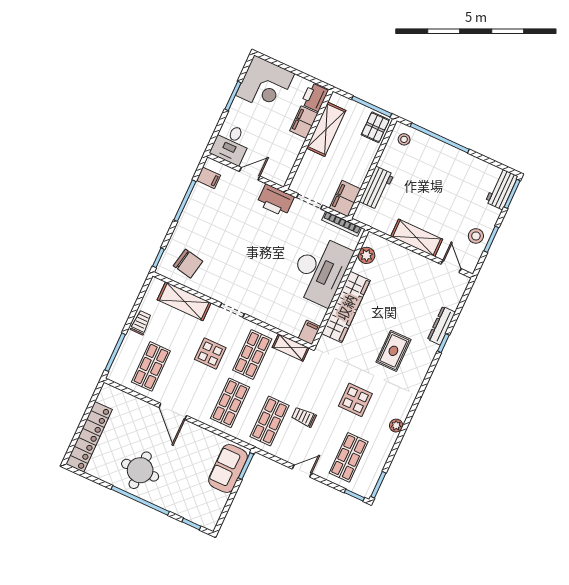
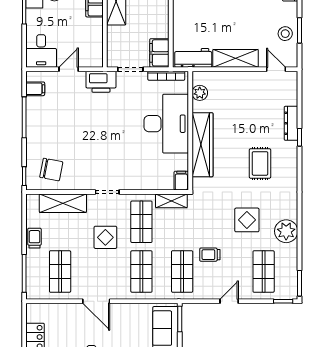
workbench: (377, 188) -> (193, 58), moved, turned -90
plant: (396, 426) -> (286, 231), width x1.88, depth x1.88

